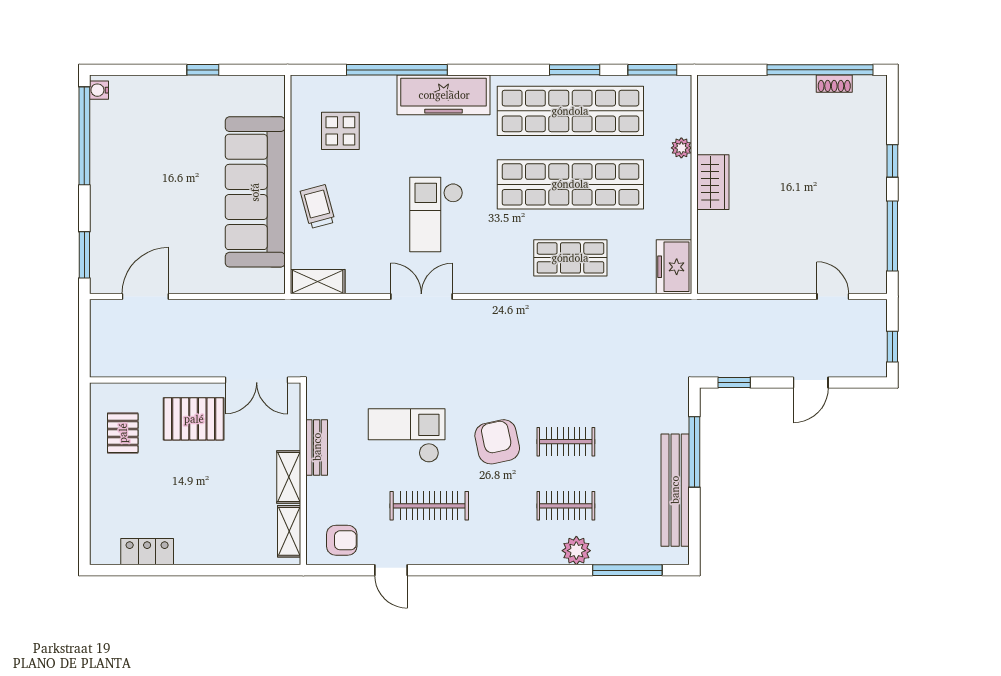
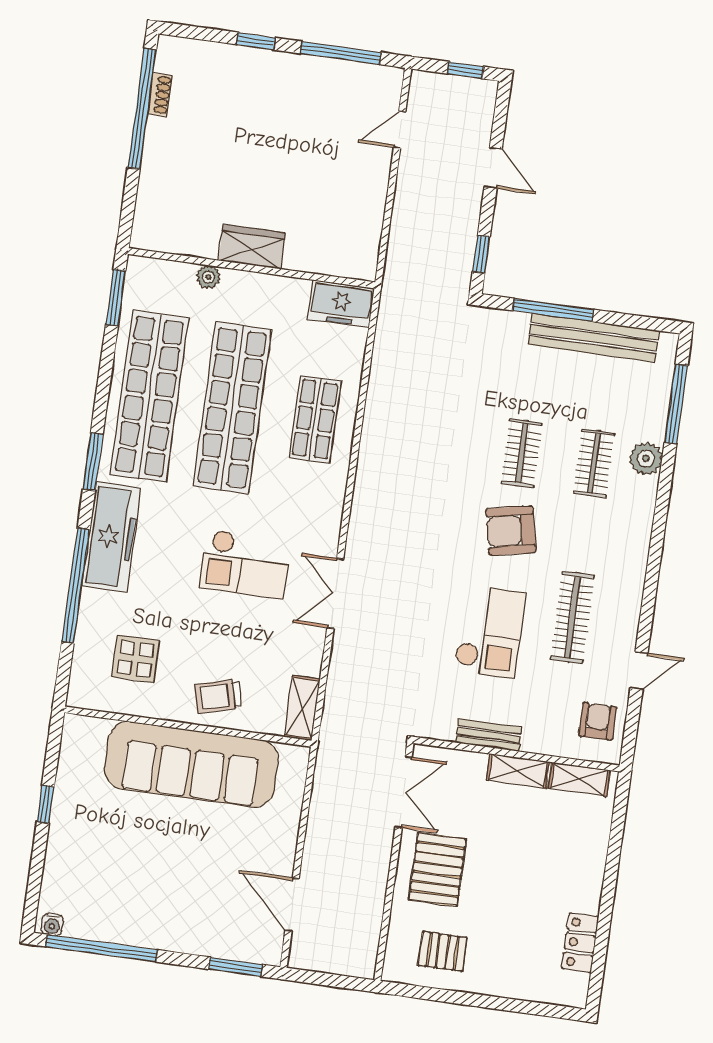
window: (575, 70) -> (93, 462), moved
checkout: (407, 436) -> (490, 632), turned 180

